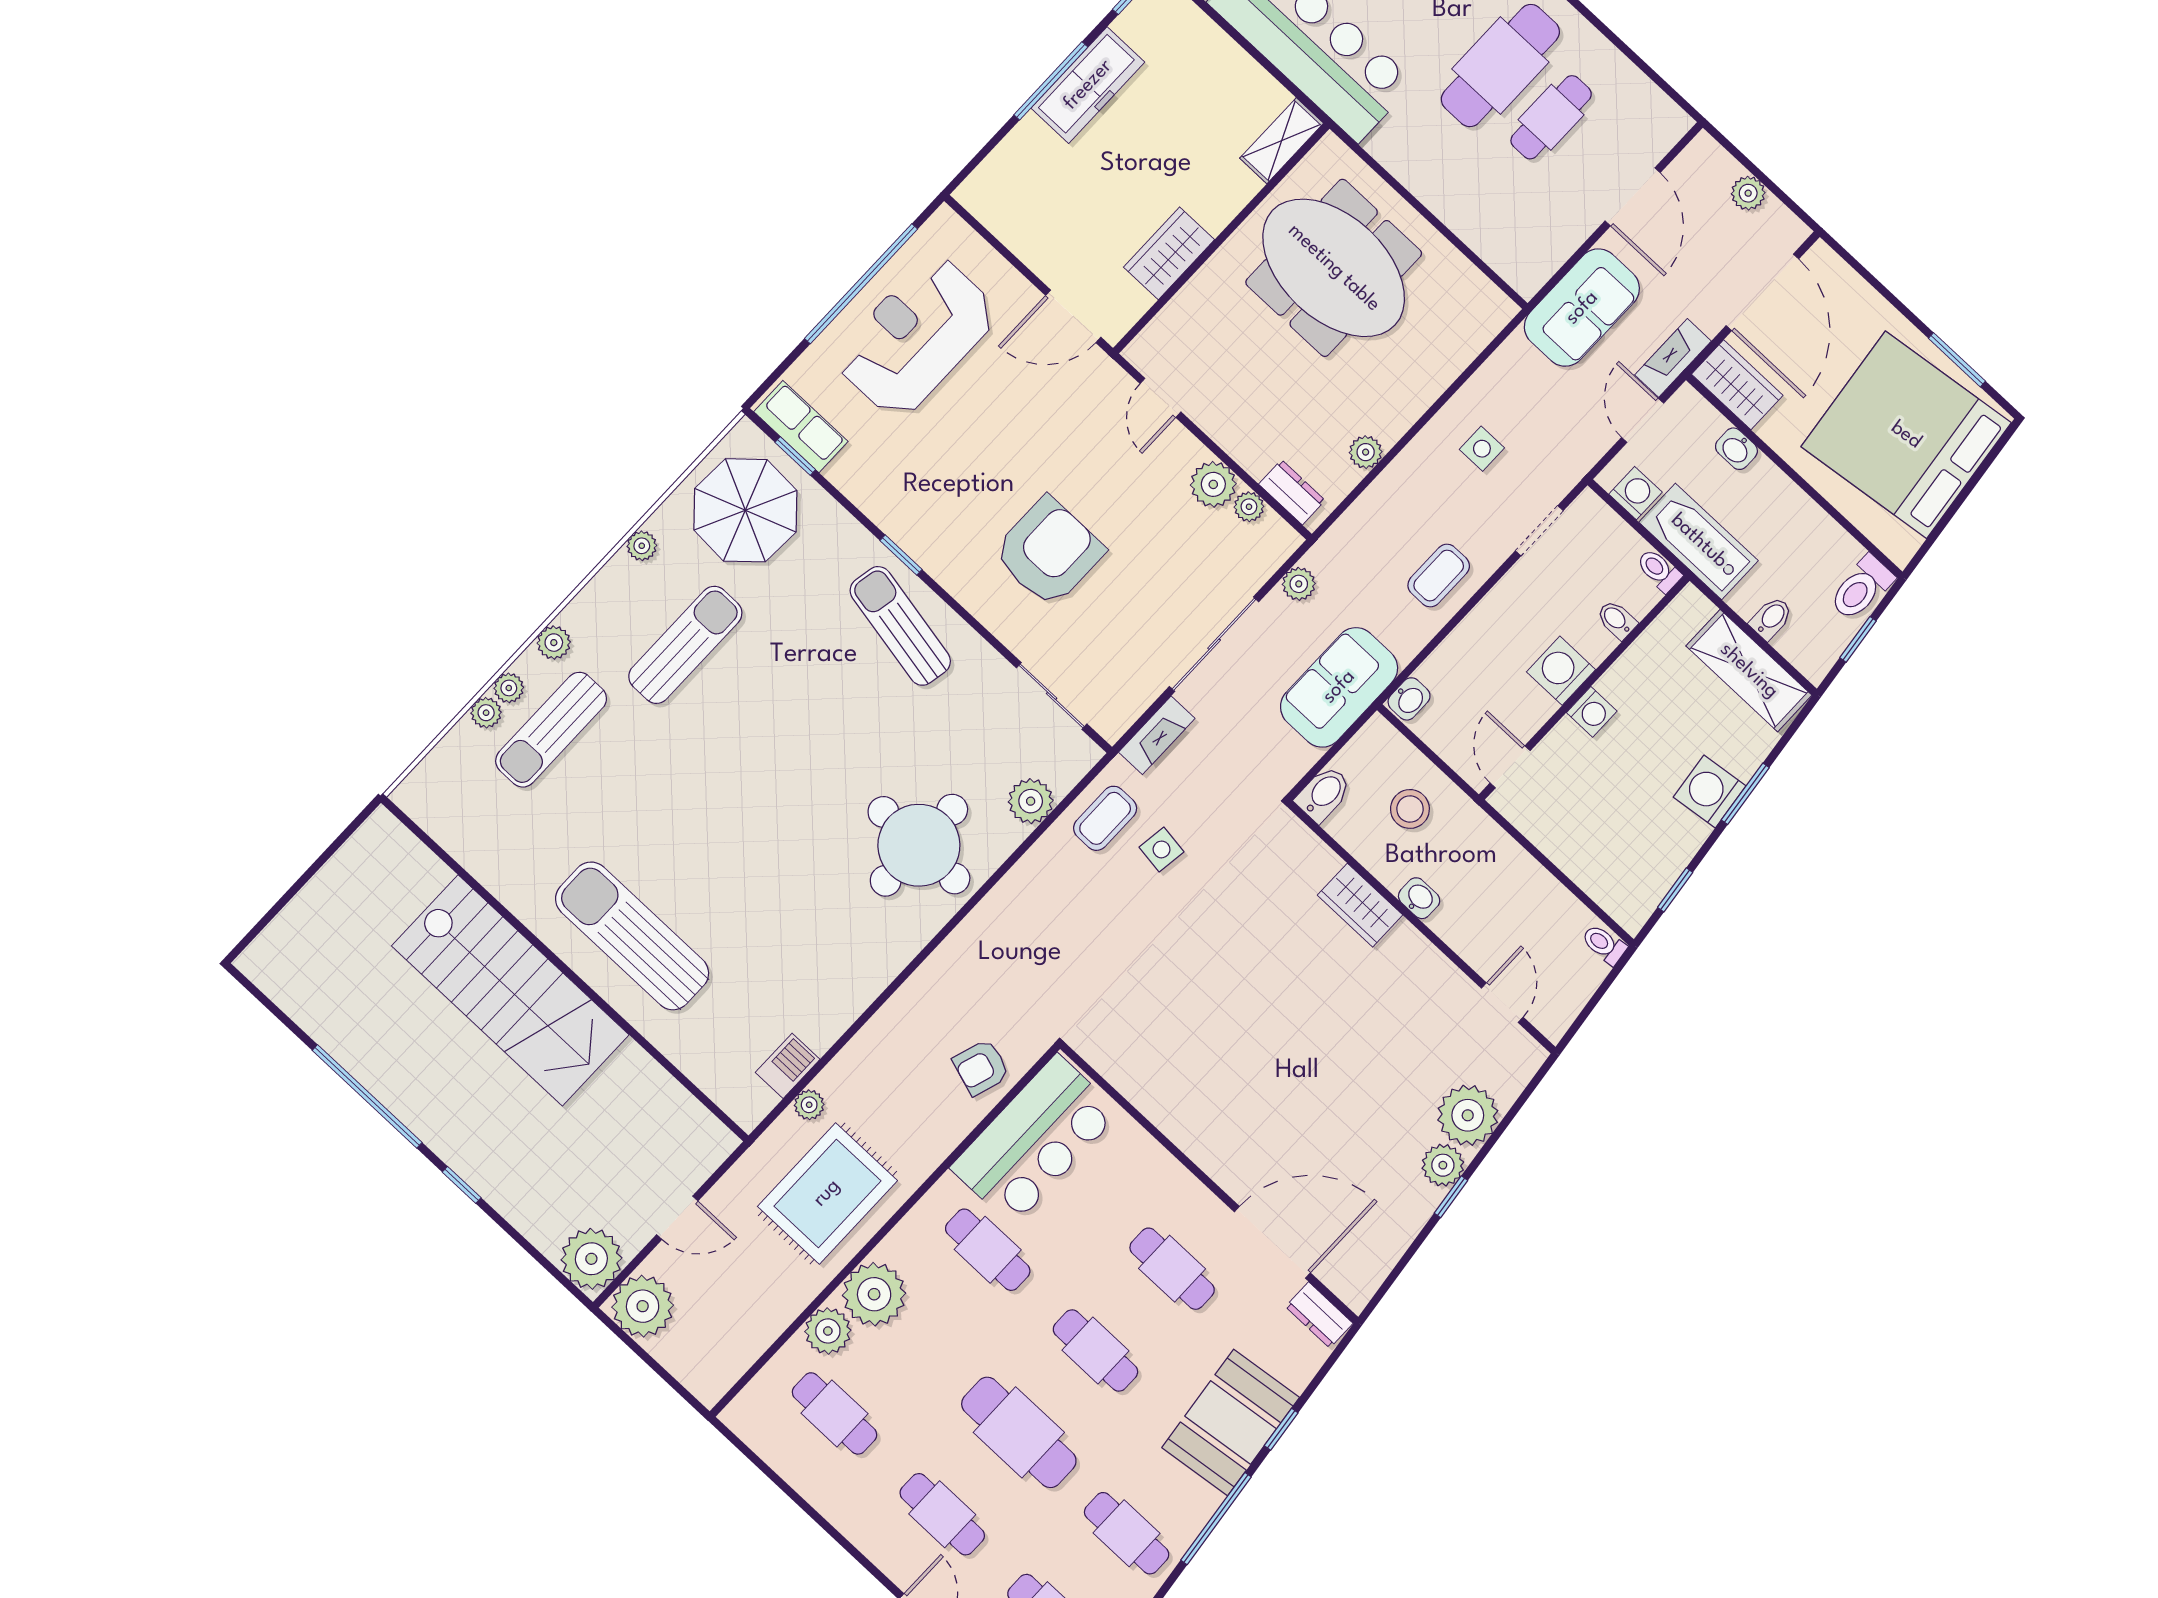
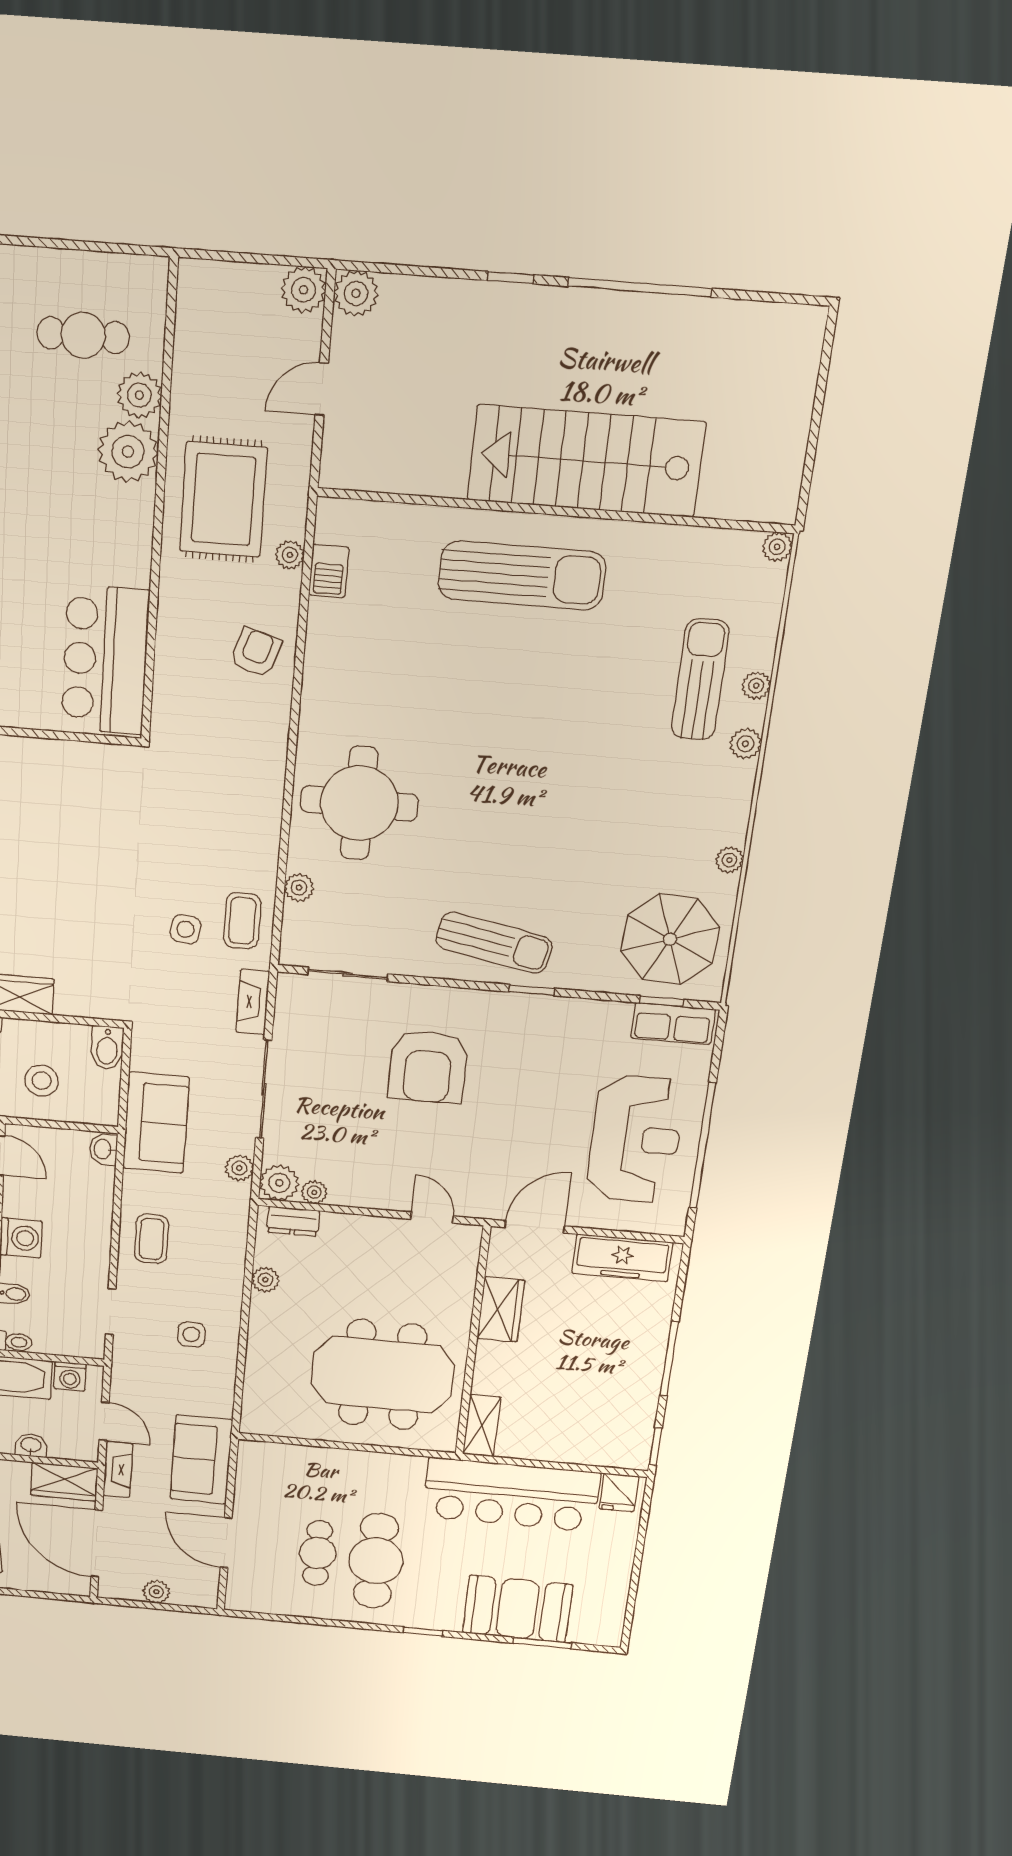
freezer: (1088, 85) -> (622, 1258), moved, turned -90
plant: (1213, 484) -> (279, 1183), moved
sun lounger: (685, 645) -> (643, 815), removed
plant: (486, 713) -> (777, 547), moved
plant: (1031, 801) -> (299, 888), width x0.73, depth x0.73
armchair: (981, 1067) -> (256, 652), moved
cafe table: (988, 1250) -> (73, 553), removed
plant: (591, 1259) -> (356, 293), width x0.73, depth x0.73
plant: (643, 1306) -> (303, 290), width x0.73, depth x0.73

